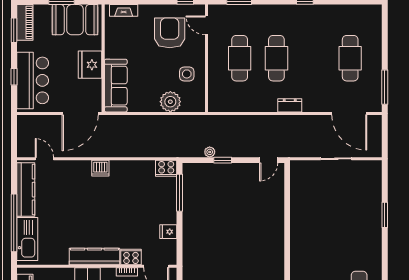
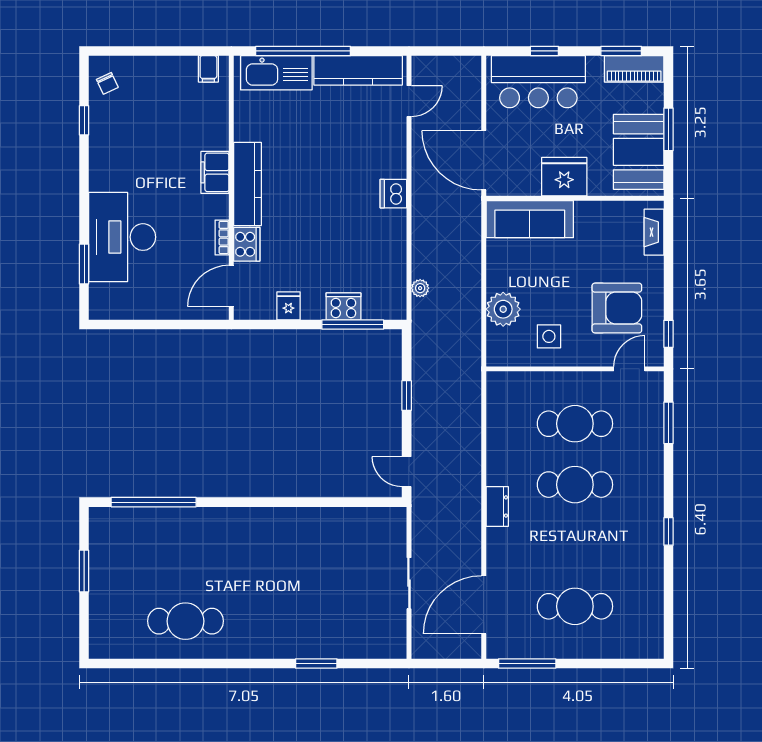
plant: (210, 152) -> (420, 288), moved
cooker: (166, 168) -> (343, 306), moved, turned 90

